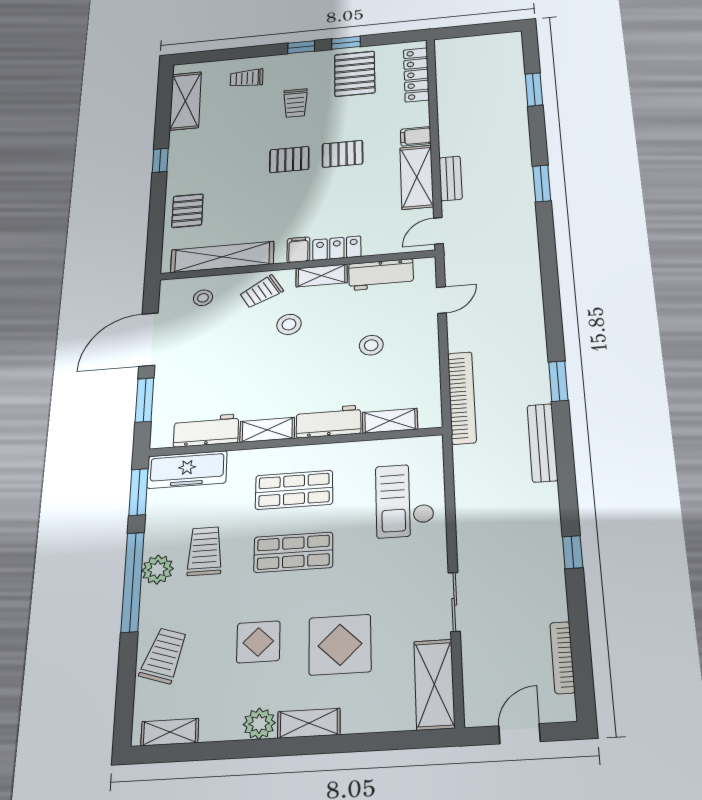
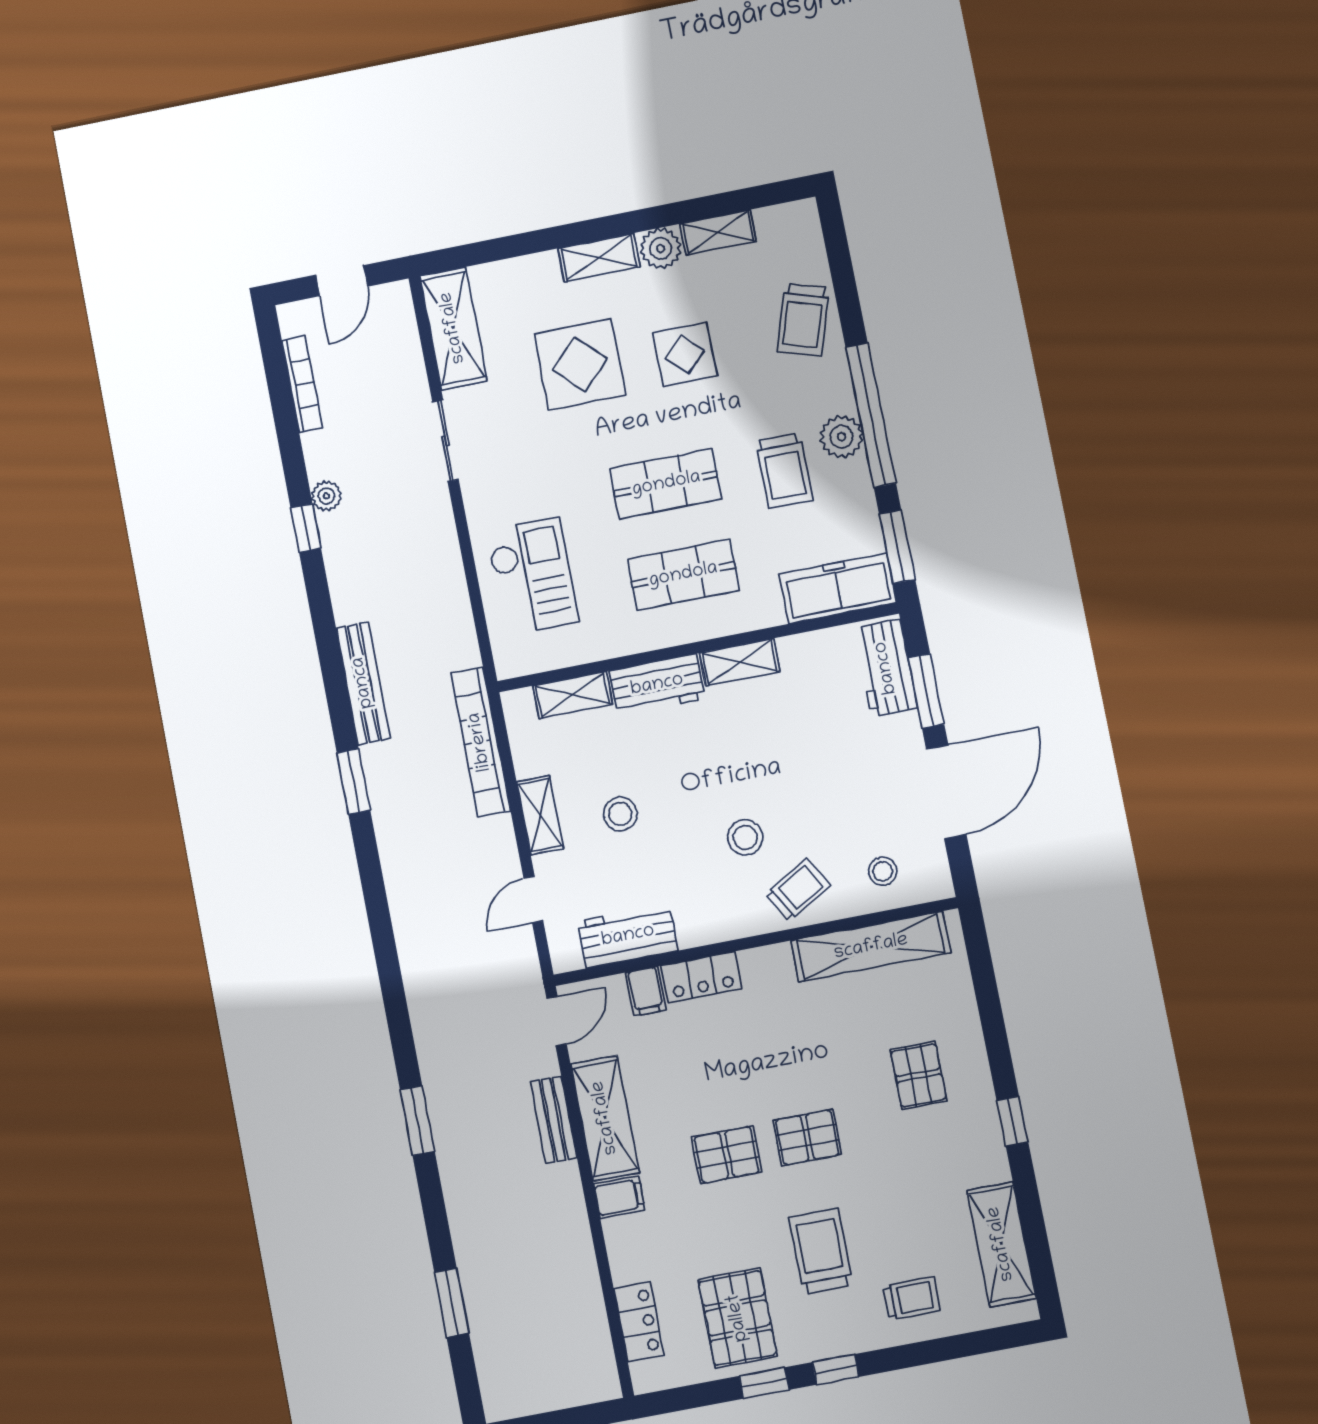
locker: (416, 75) -> (639, 1322), width x0.66
trolley: (295, 103) -> (821, 1251), width x1.36, depth x1.39
pallet: (187, 211) -> (919, 1075), moved
filing cabinet: (298, 250) -> (646, 991), moved
shelving: (322, 275) -> (540, 815), moved, turned 90
workbench: (206, 430) -> (886, 668), moved, turned 90
plant: (553, 573) -> (326, 496), added
shelving: (170, 732) -> (718, 232), moved

